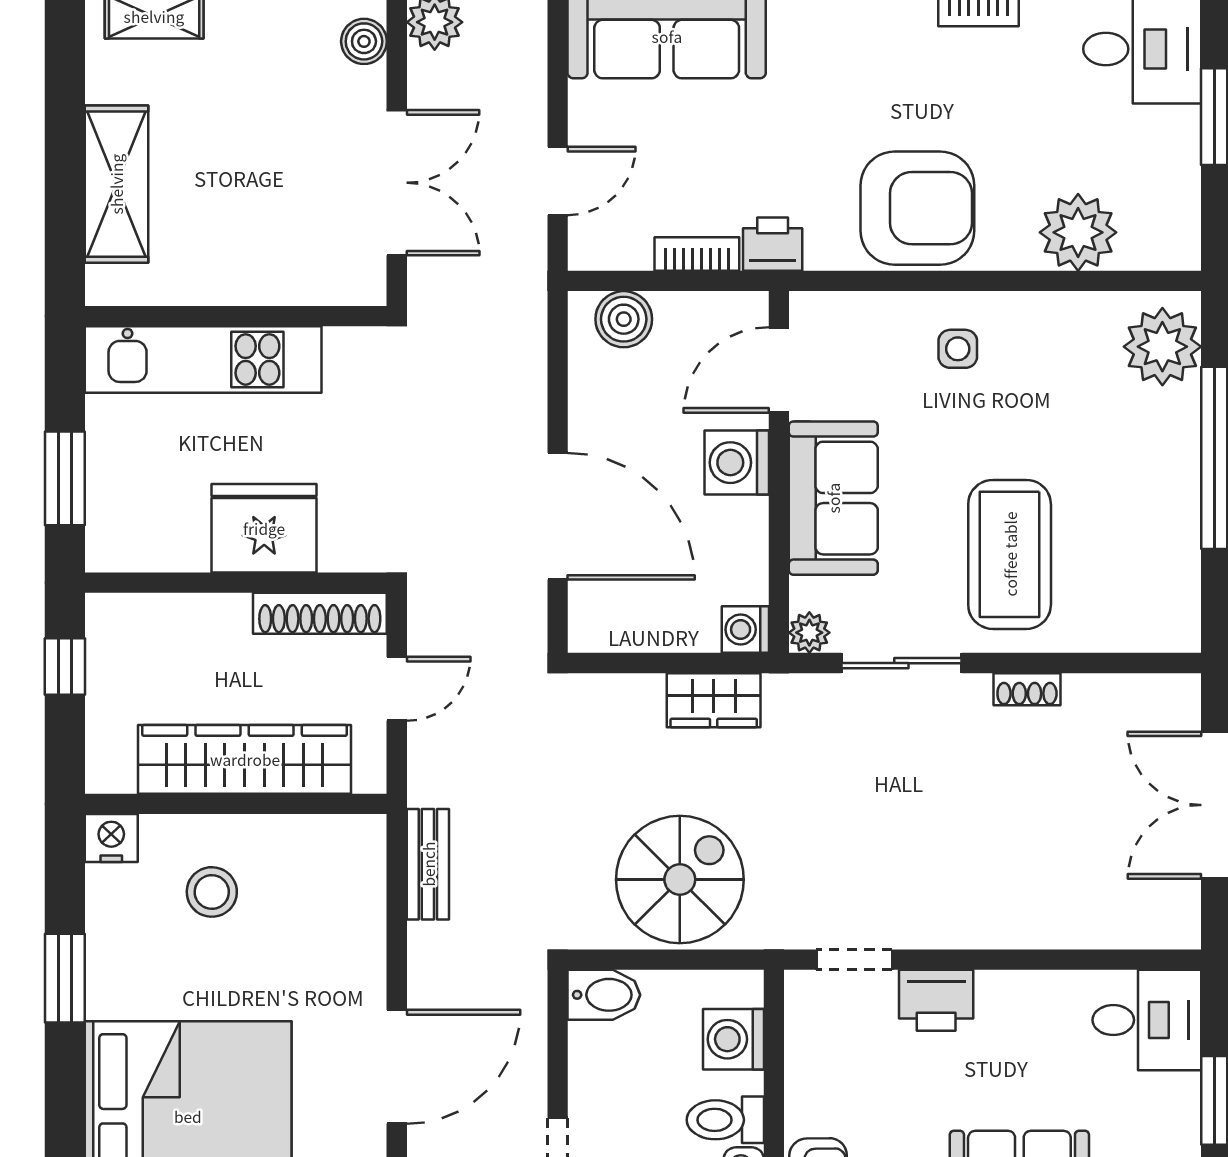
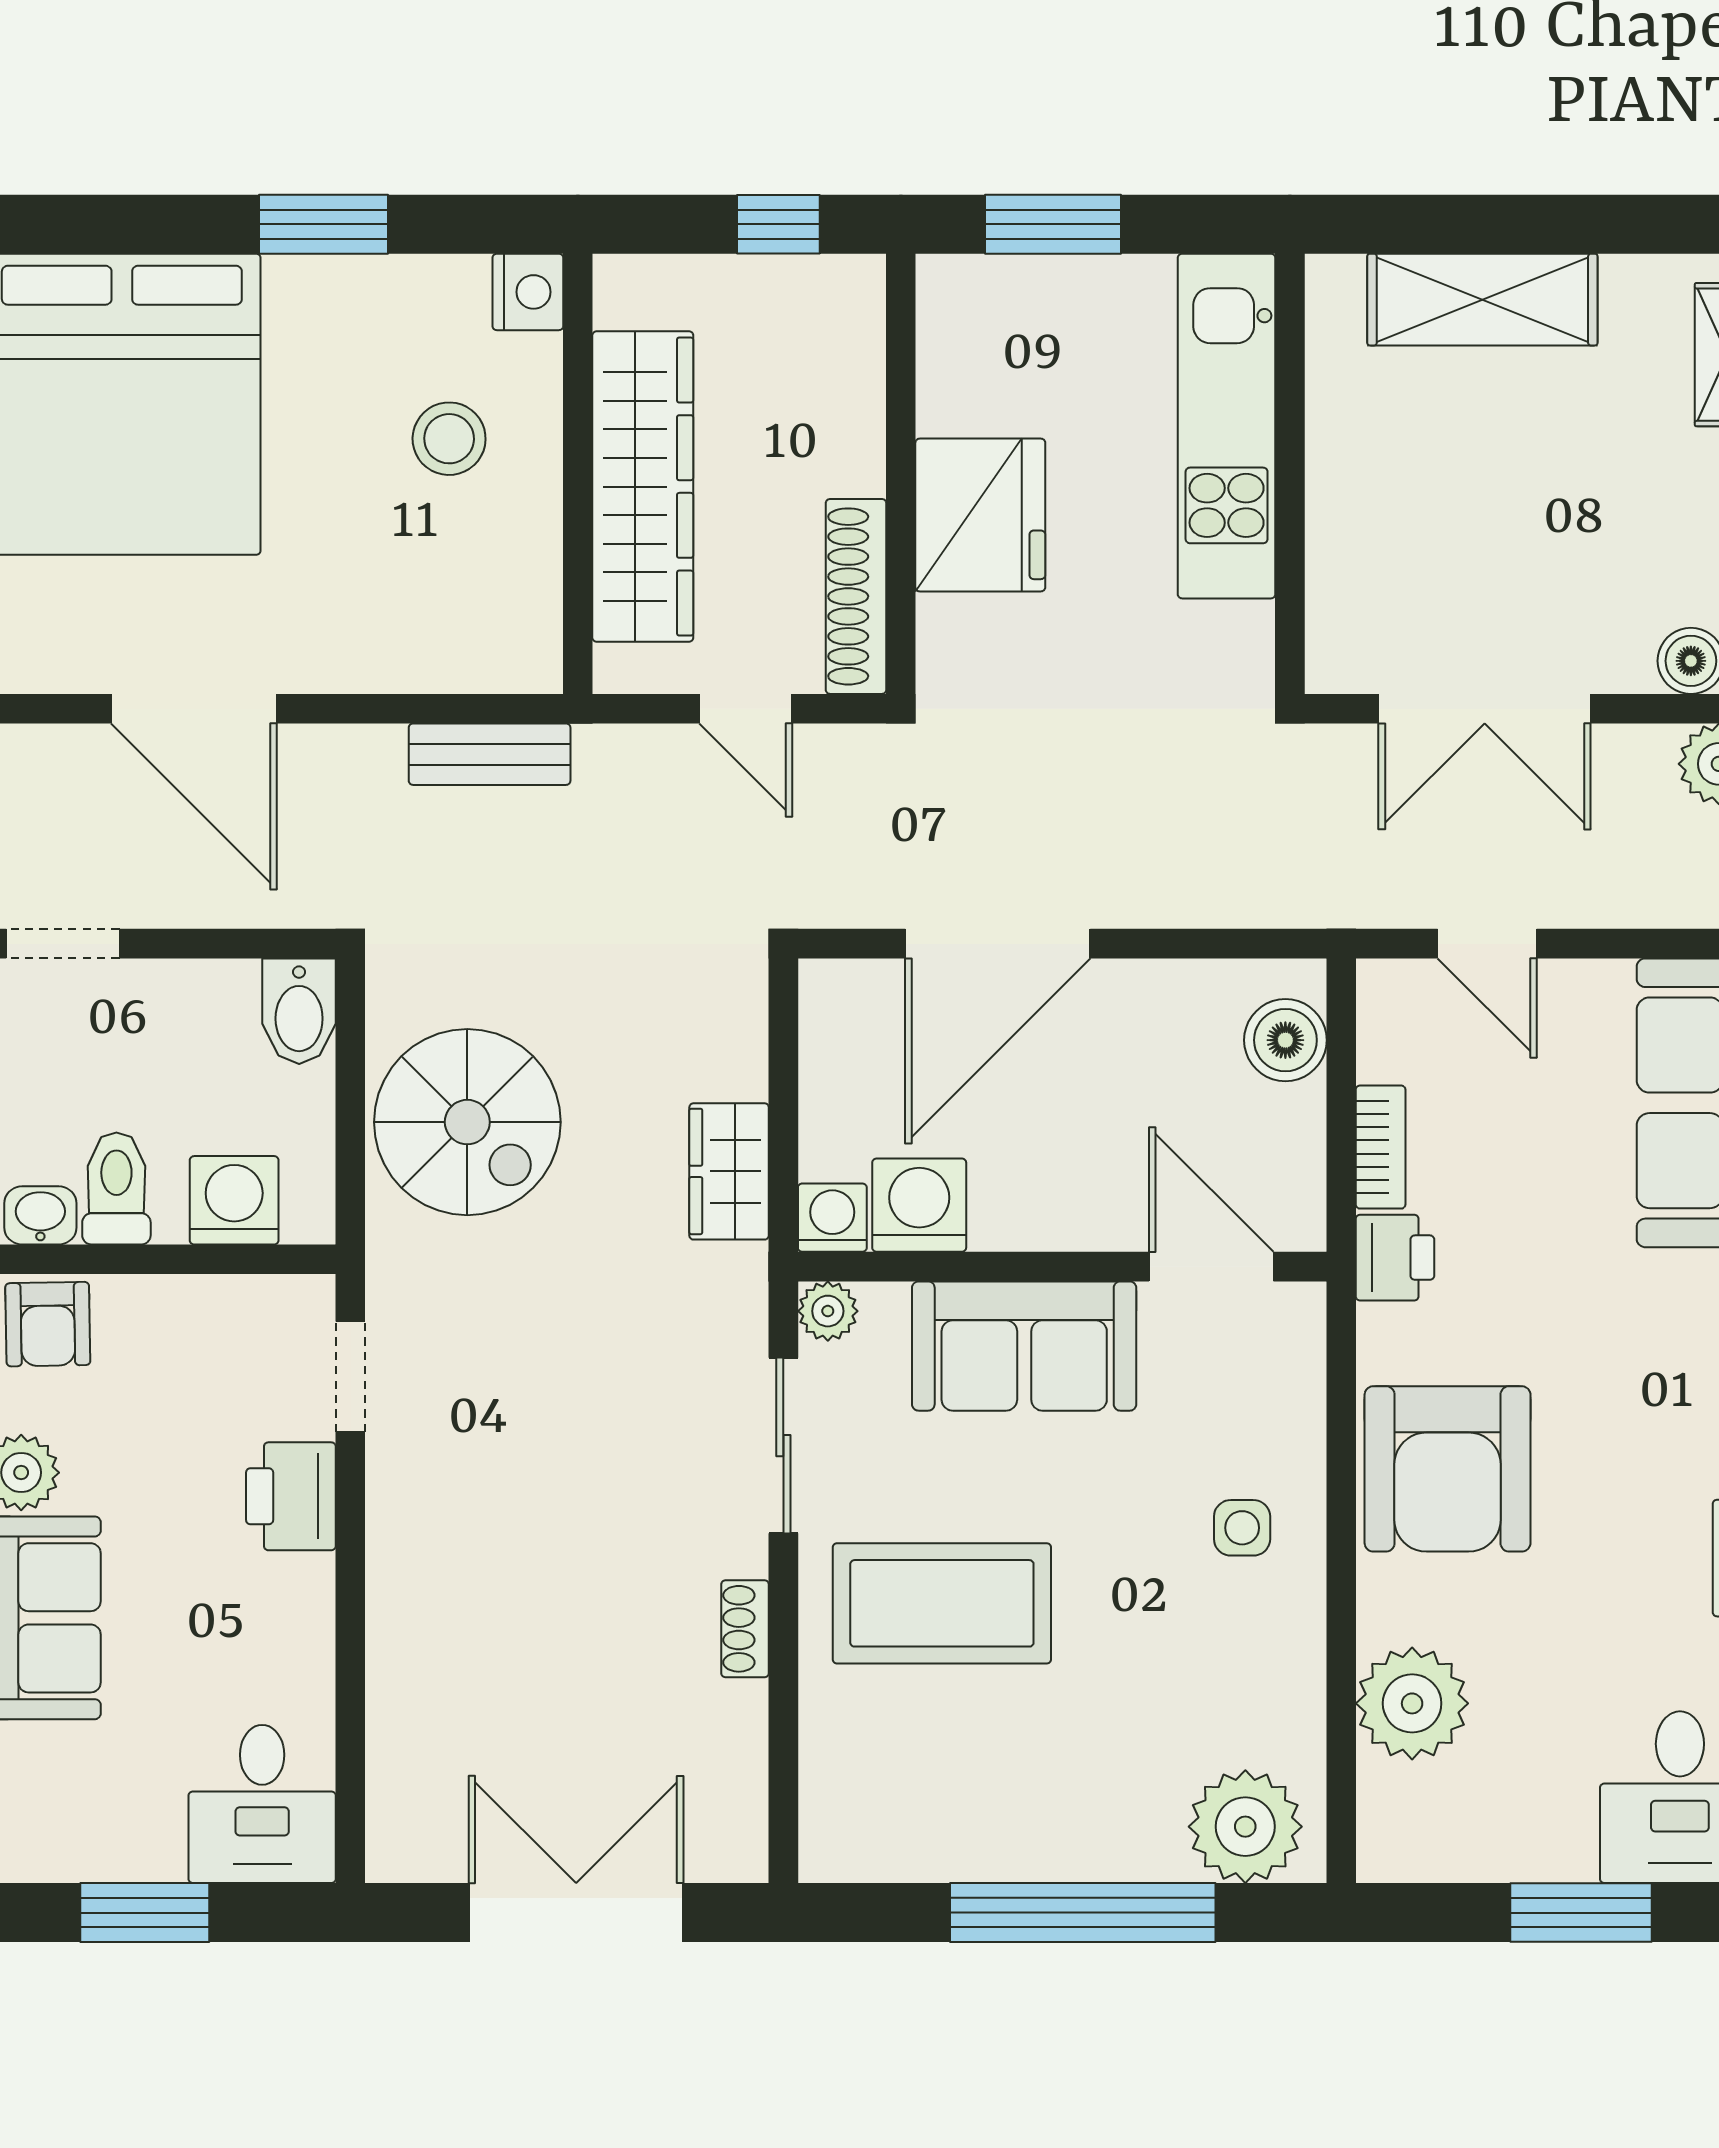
washing machine: (737, 463) -> (919, 1205), moved

